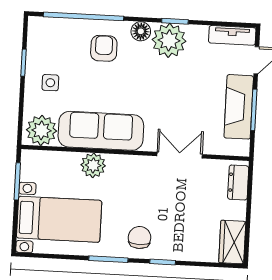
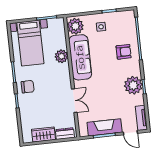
floor lamp: (141, 31) -> (136, 70), removed
wardrobe: (232, 242) -> (43, 134), moved

